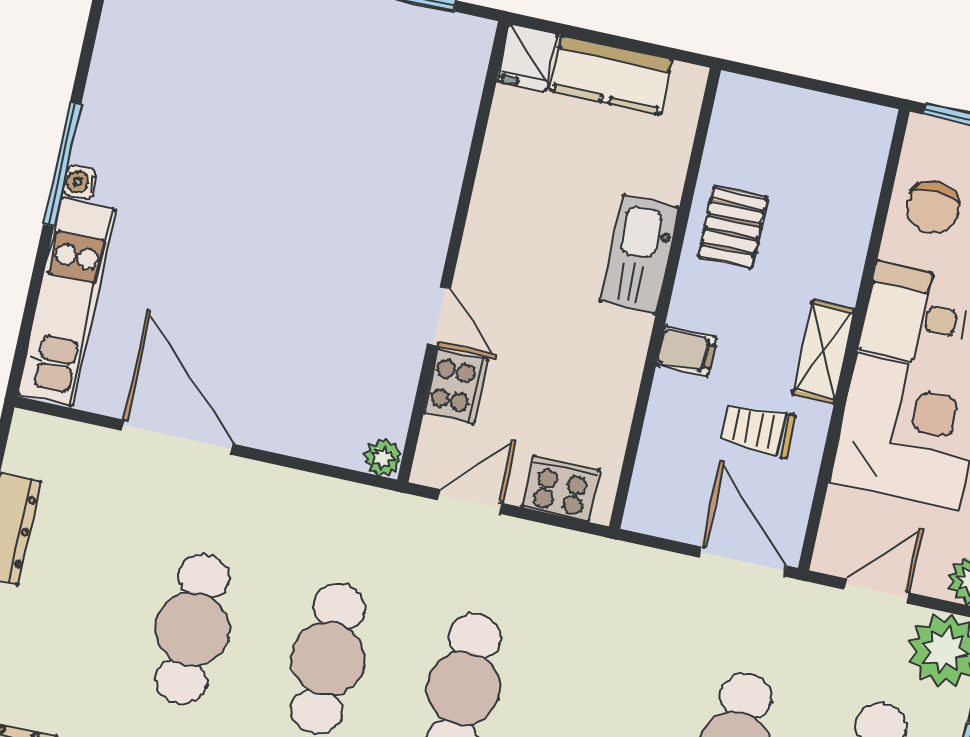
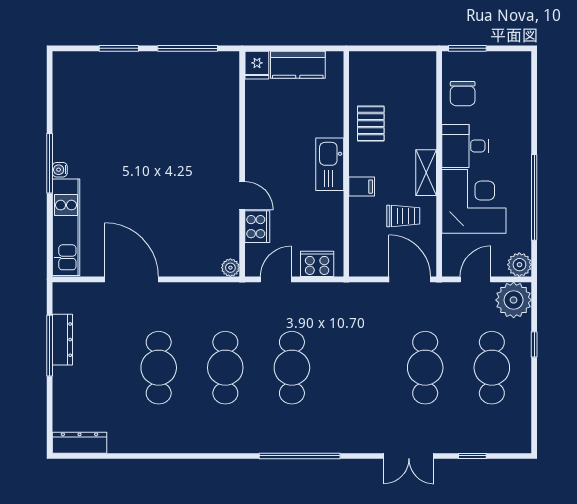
kitchen sink: (639, 254) -> (330, 164), moved
trolley: (758, 430) -> (403, 216), turned 180

